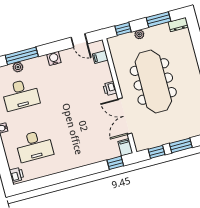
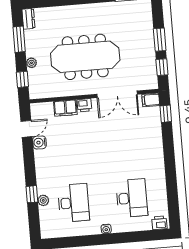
window: (22, 56) -> (32, 194), width x0.46
filing cabinet: (100, 57) -> (65, 108), moved, width x2.00
water cooler: (54, 58) -> (40, 142), moved

